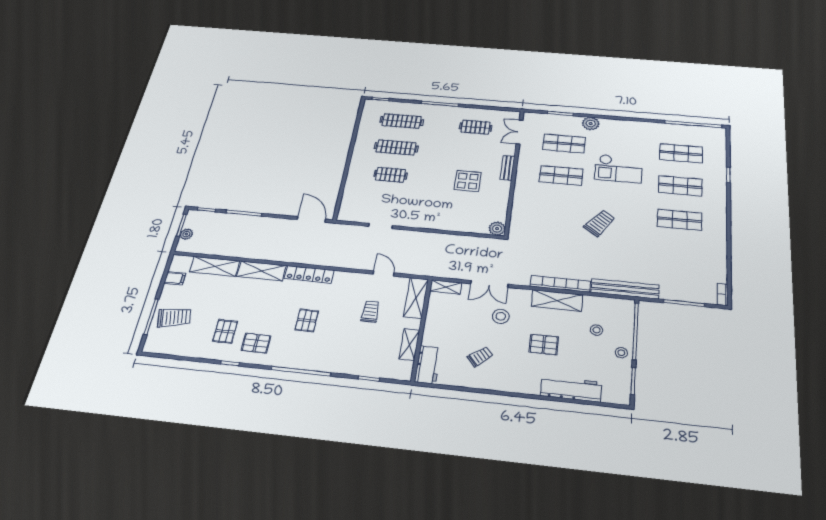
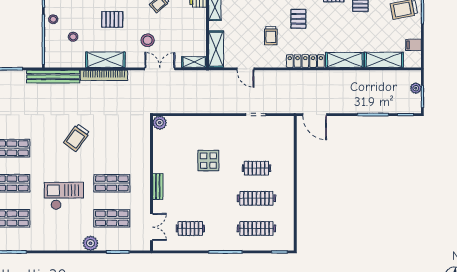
display table: (468, 181) -> (208, 161), moved
trolley: (370, 311) -> (271, 36), moved

